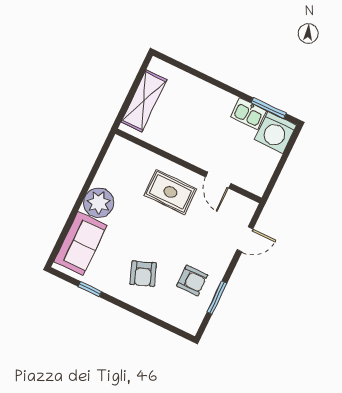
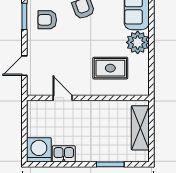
window: (269, 108) -> (110, 164), moved
rug: (170, 192) -> (110, 68), moved

